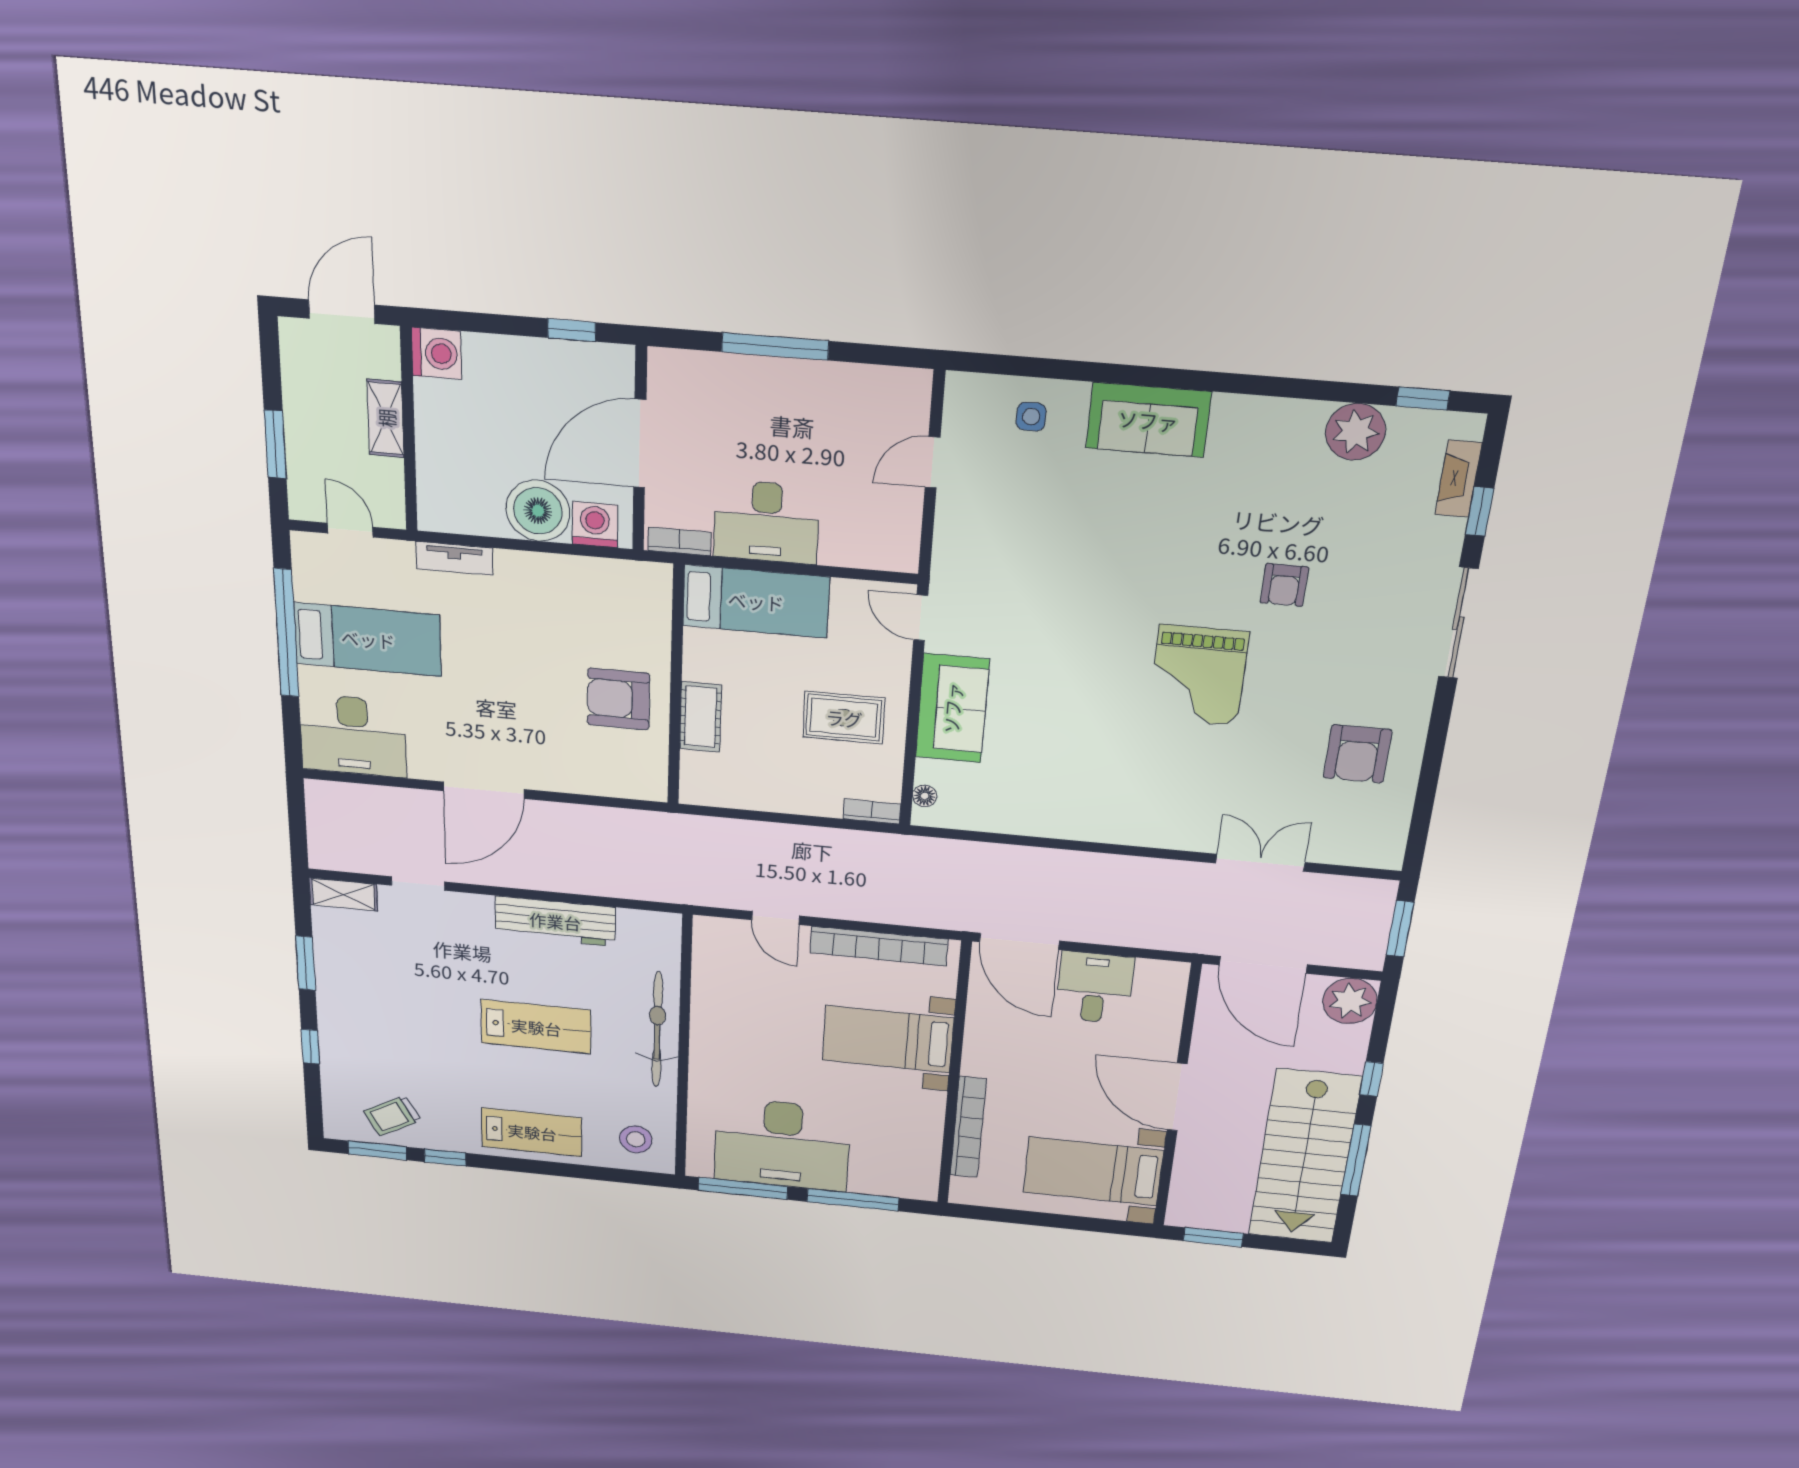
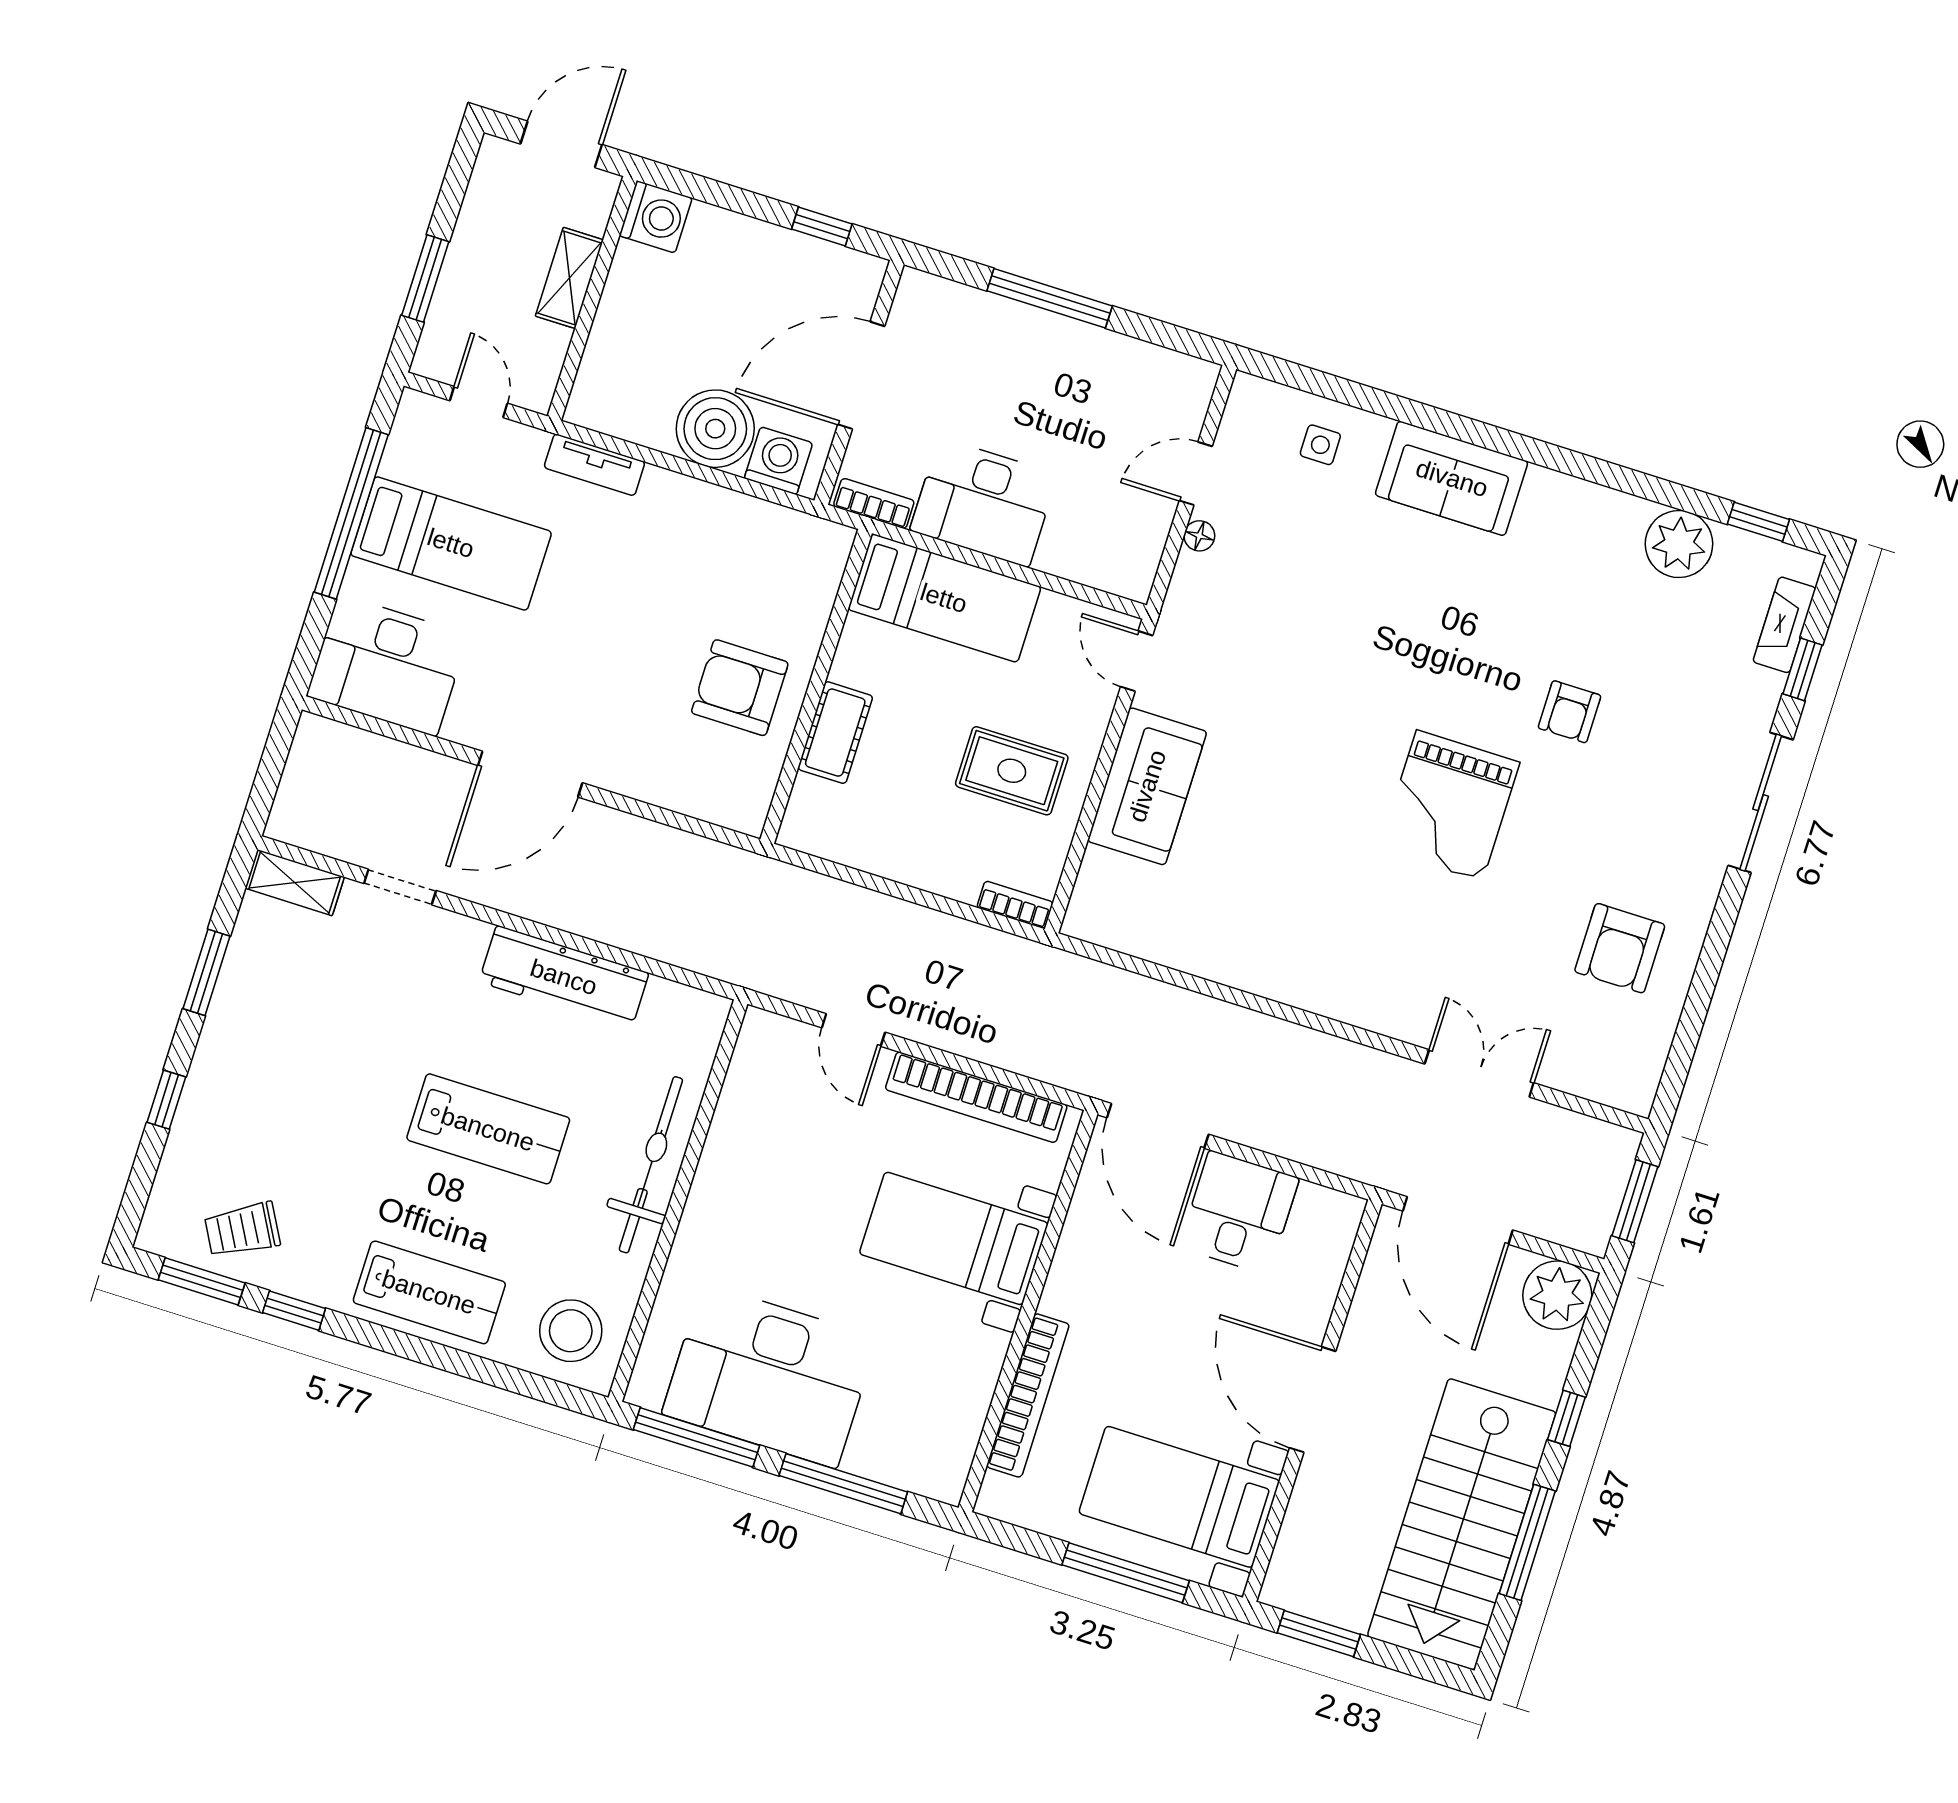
floor lamp: (925, 796) -> (1199, 536), moved
stool: (636, 1139) -> (571, 1331), width x1.38, depth x1.38
window: (1066, 1222) -> (1126, 1573), added

